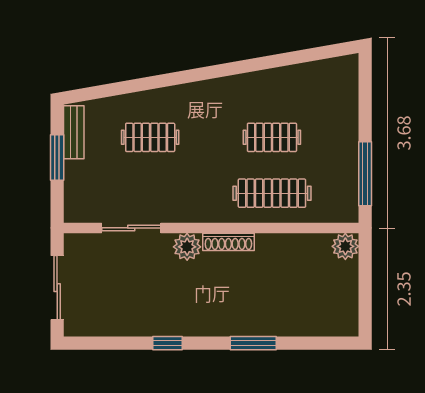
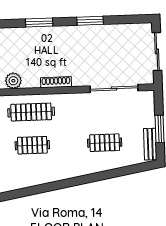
sliding door: (131, 228) -> (114, 88), width x1.37
plant: (187, 247) -> (13, 81), moved
window: (167, 343) -> (90, 21), width x1.50

